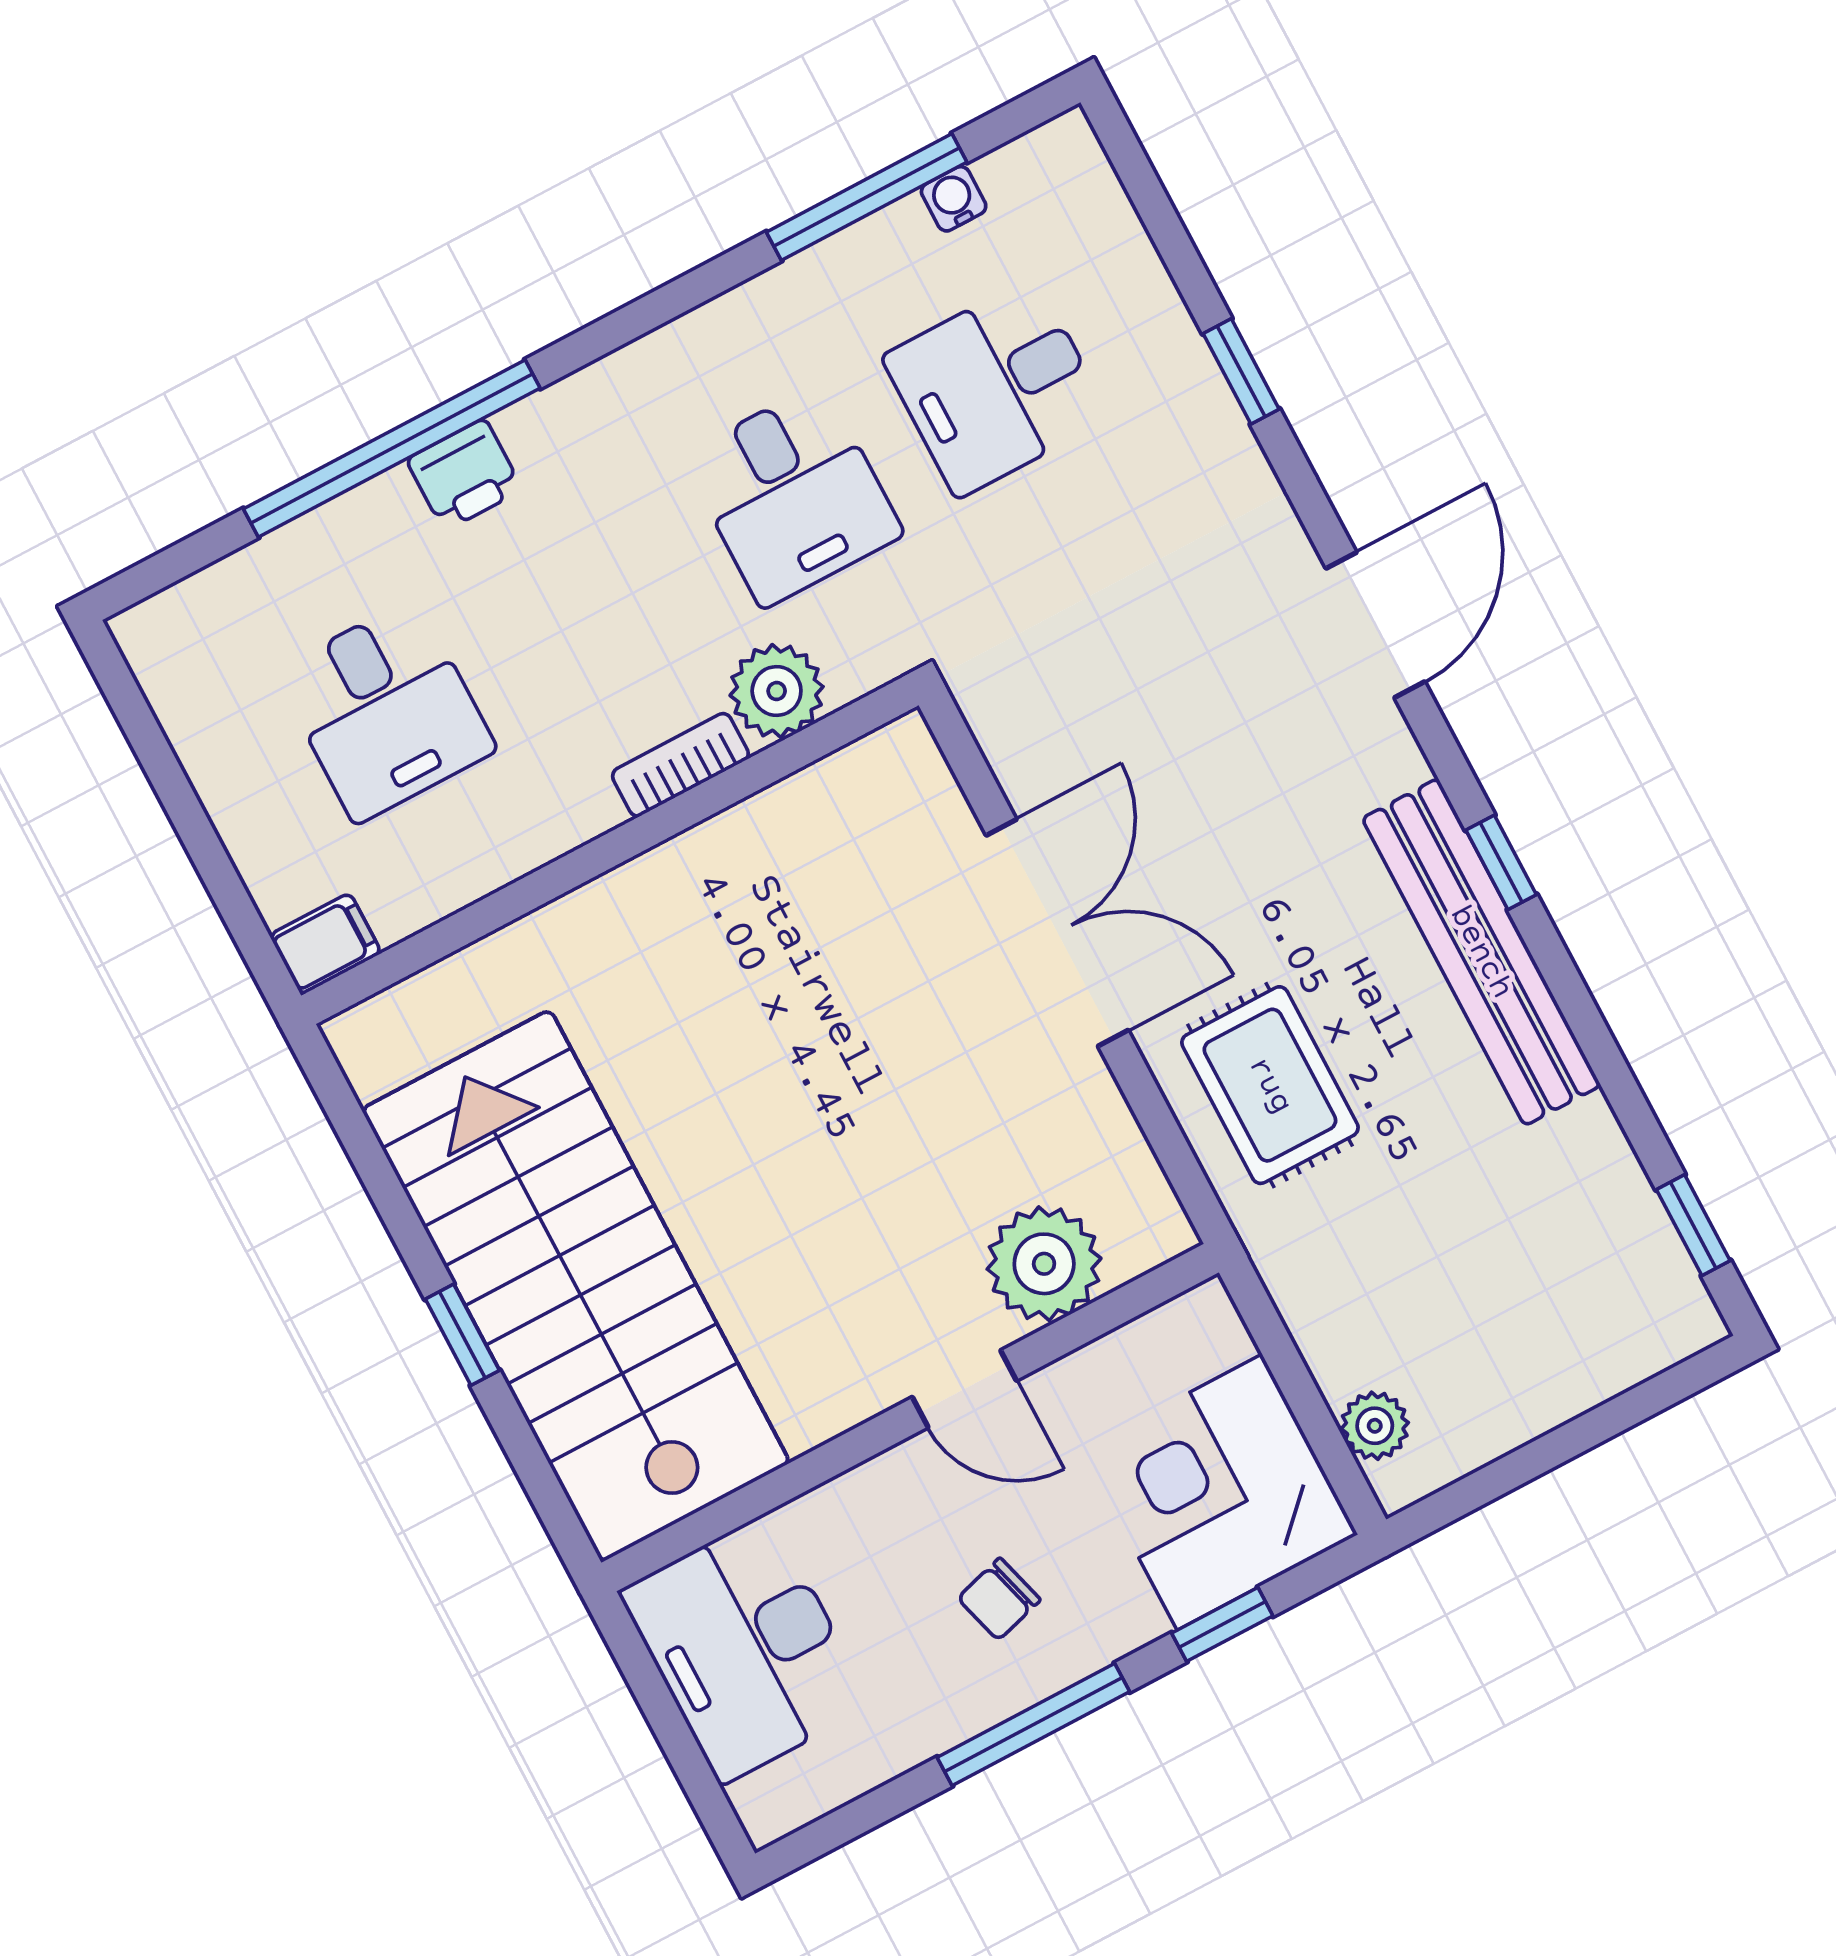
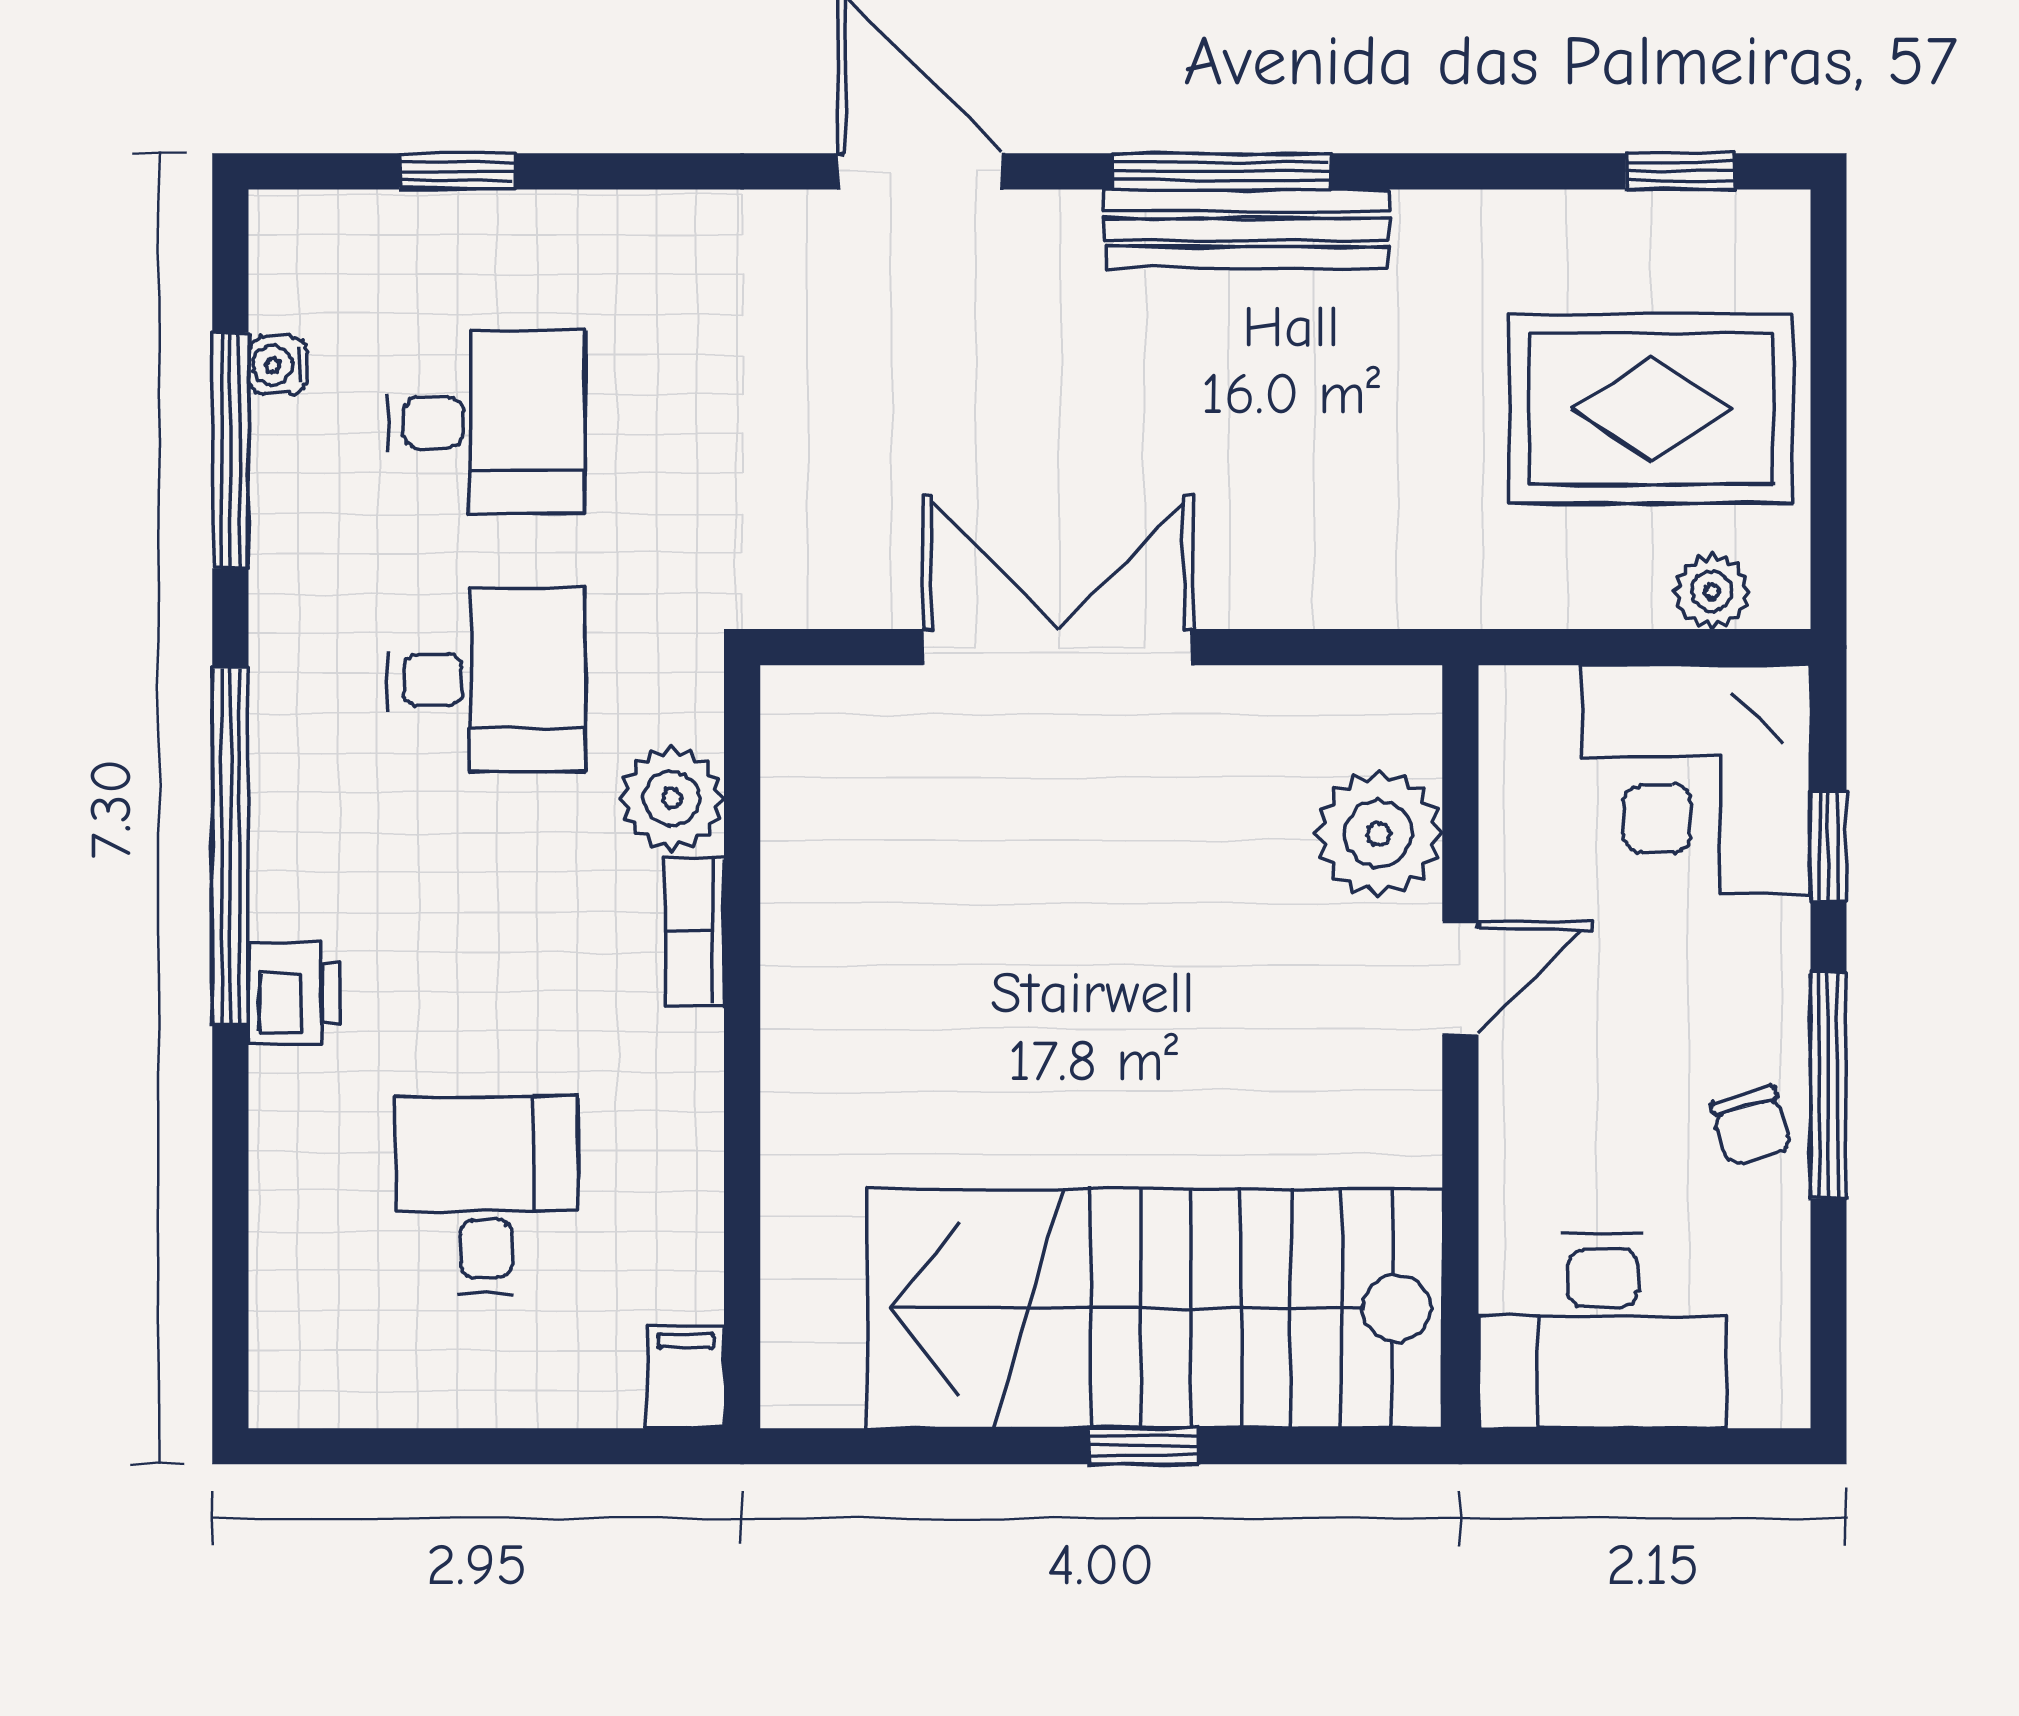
window: (1241, 371) -> (457, 171), moved
desk: (996, 387) -> (486, 422), turned -90
window: (392, 449) -> (230, 846), moved
desk: (385, 711) -> (486, 1195), turned -90
window: (1501, 862) -> (1221, 171), width x2.17
bench: (1481, 952) -> (1247, 229), width x0.73, depth x0.82
rug: (1270, 1085) -> (1651, 409), moved, width x1.36, depth x1.43
chair: (999, 1599) -> (1751, 1126), moved

